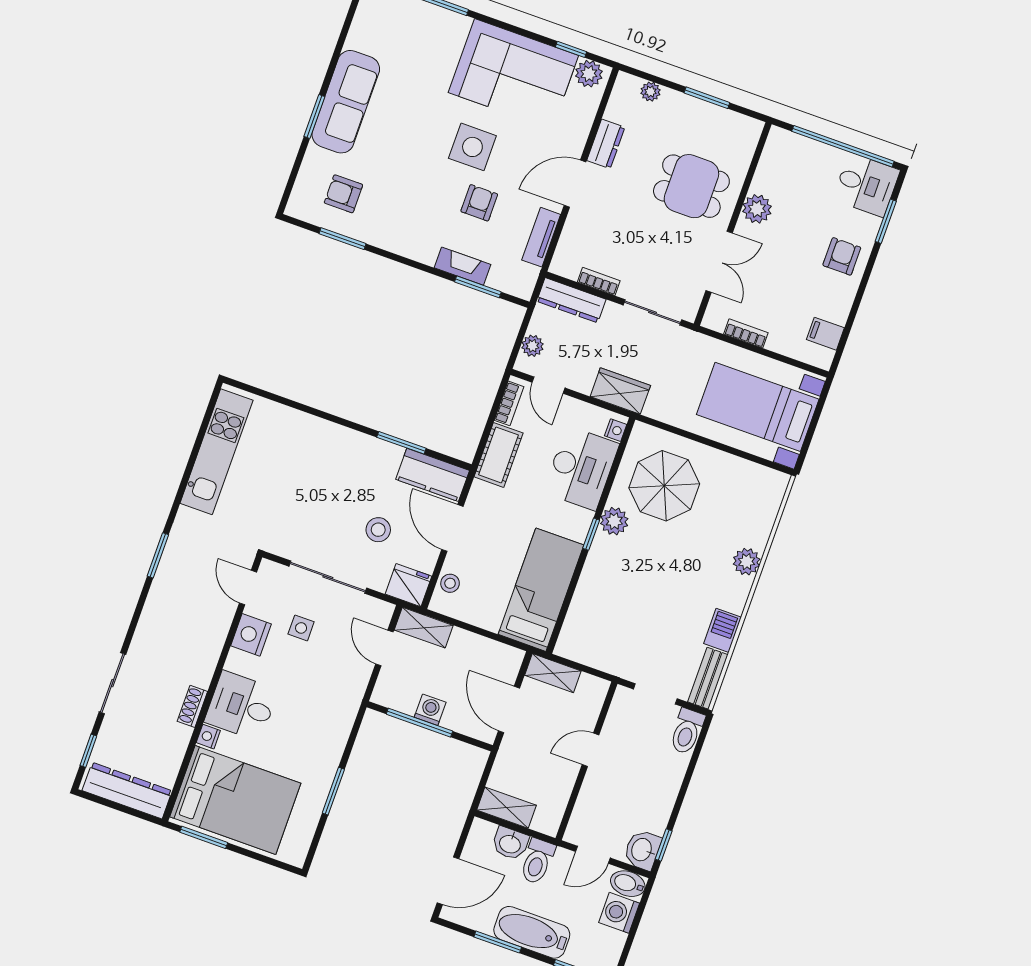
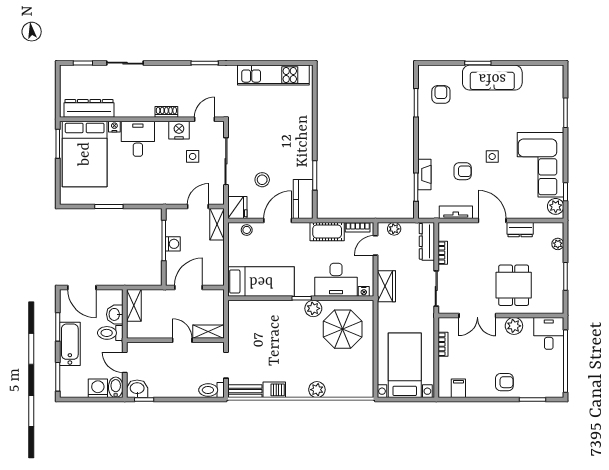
side table: (472, 147) -> (492, 156), width x0.54, depth x0.54
desk: (866, 185) -> (549, 333), moved, turned 180
shelving: (553, 673) -> (208, 332), moved, turned 90
shoe rack: (192, 706) -> (166, 112), moved
dresser: (127, 791) -> (89, 108), moved, turned -90

